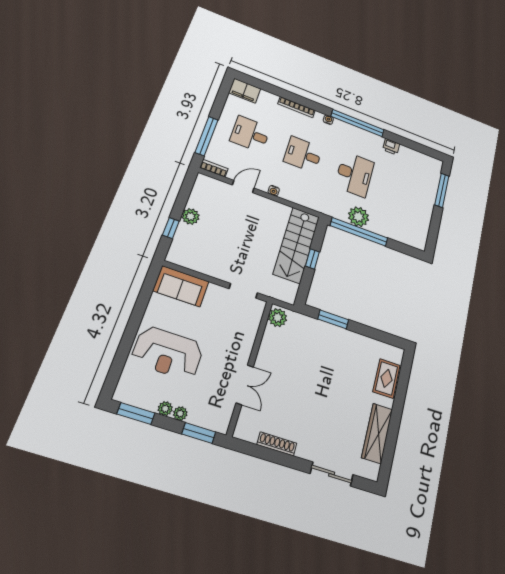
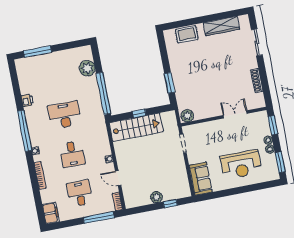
desk: (250, 134) -> (80, 193), turned 180
plant: (358, 217) -> (87, 68), moved
reception desk: (168, 353) -> (241, 165), turned 90

